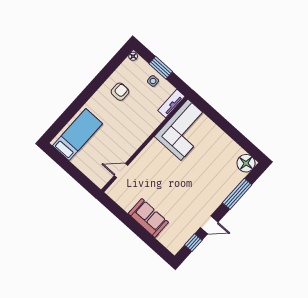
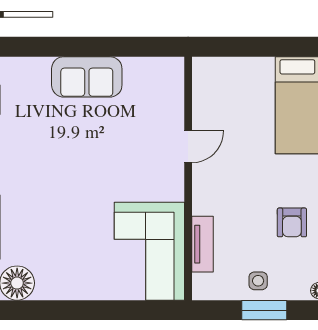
tv unit: (171, 103) -> (203, 244), moved
door: (121, 170) -> (188, 147), moved

